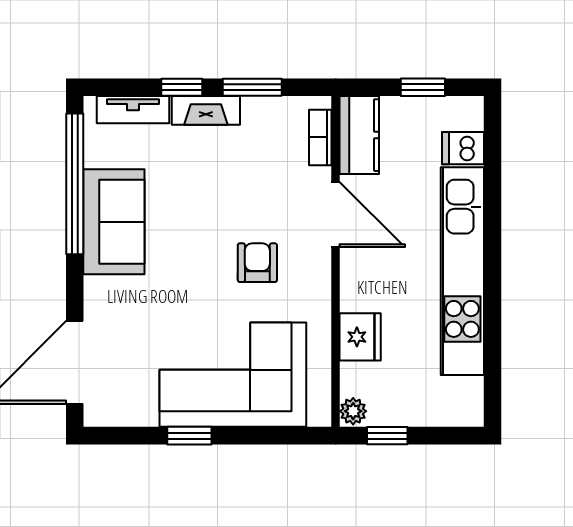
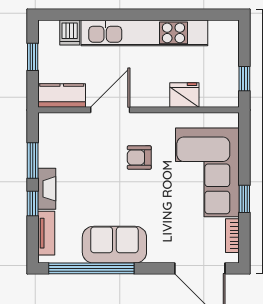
bookcase: (320, 137) -> (232, 236), moved, turned 90
plant: (353, 411) -> (230, 99), removed

